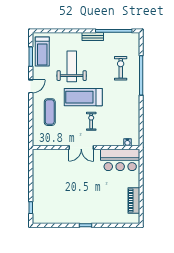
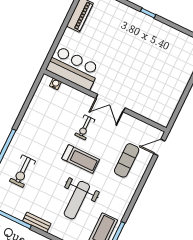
door: (31, 86) -> (159, 147), moved
treadmill: (83, 97) -> (81, 159), width x0.73, depth x0.73
double door: (81, 147) -> (110, 103), swing flipped

